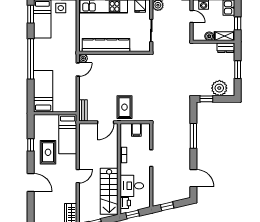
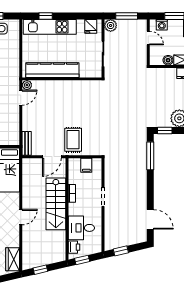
window: (193, 136) -> (150, 156), moved
stairs: (109, 191) -> (56, 204), moved

